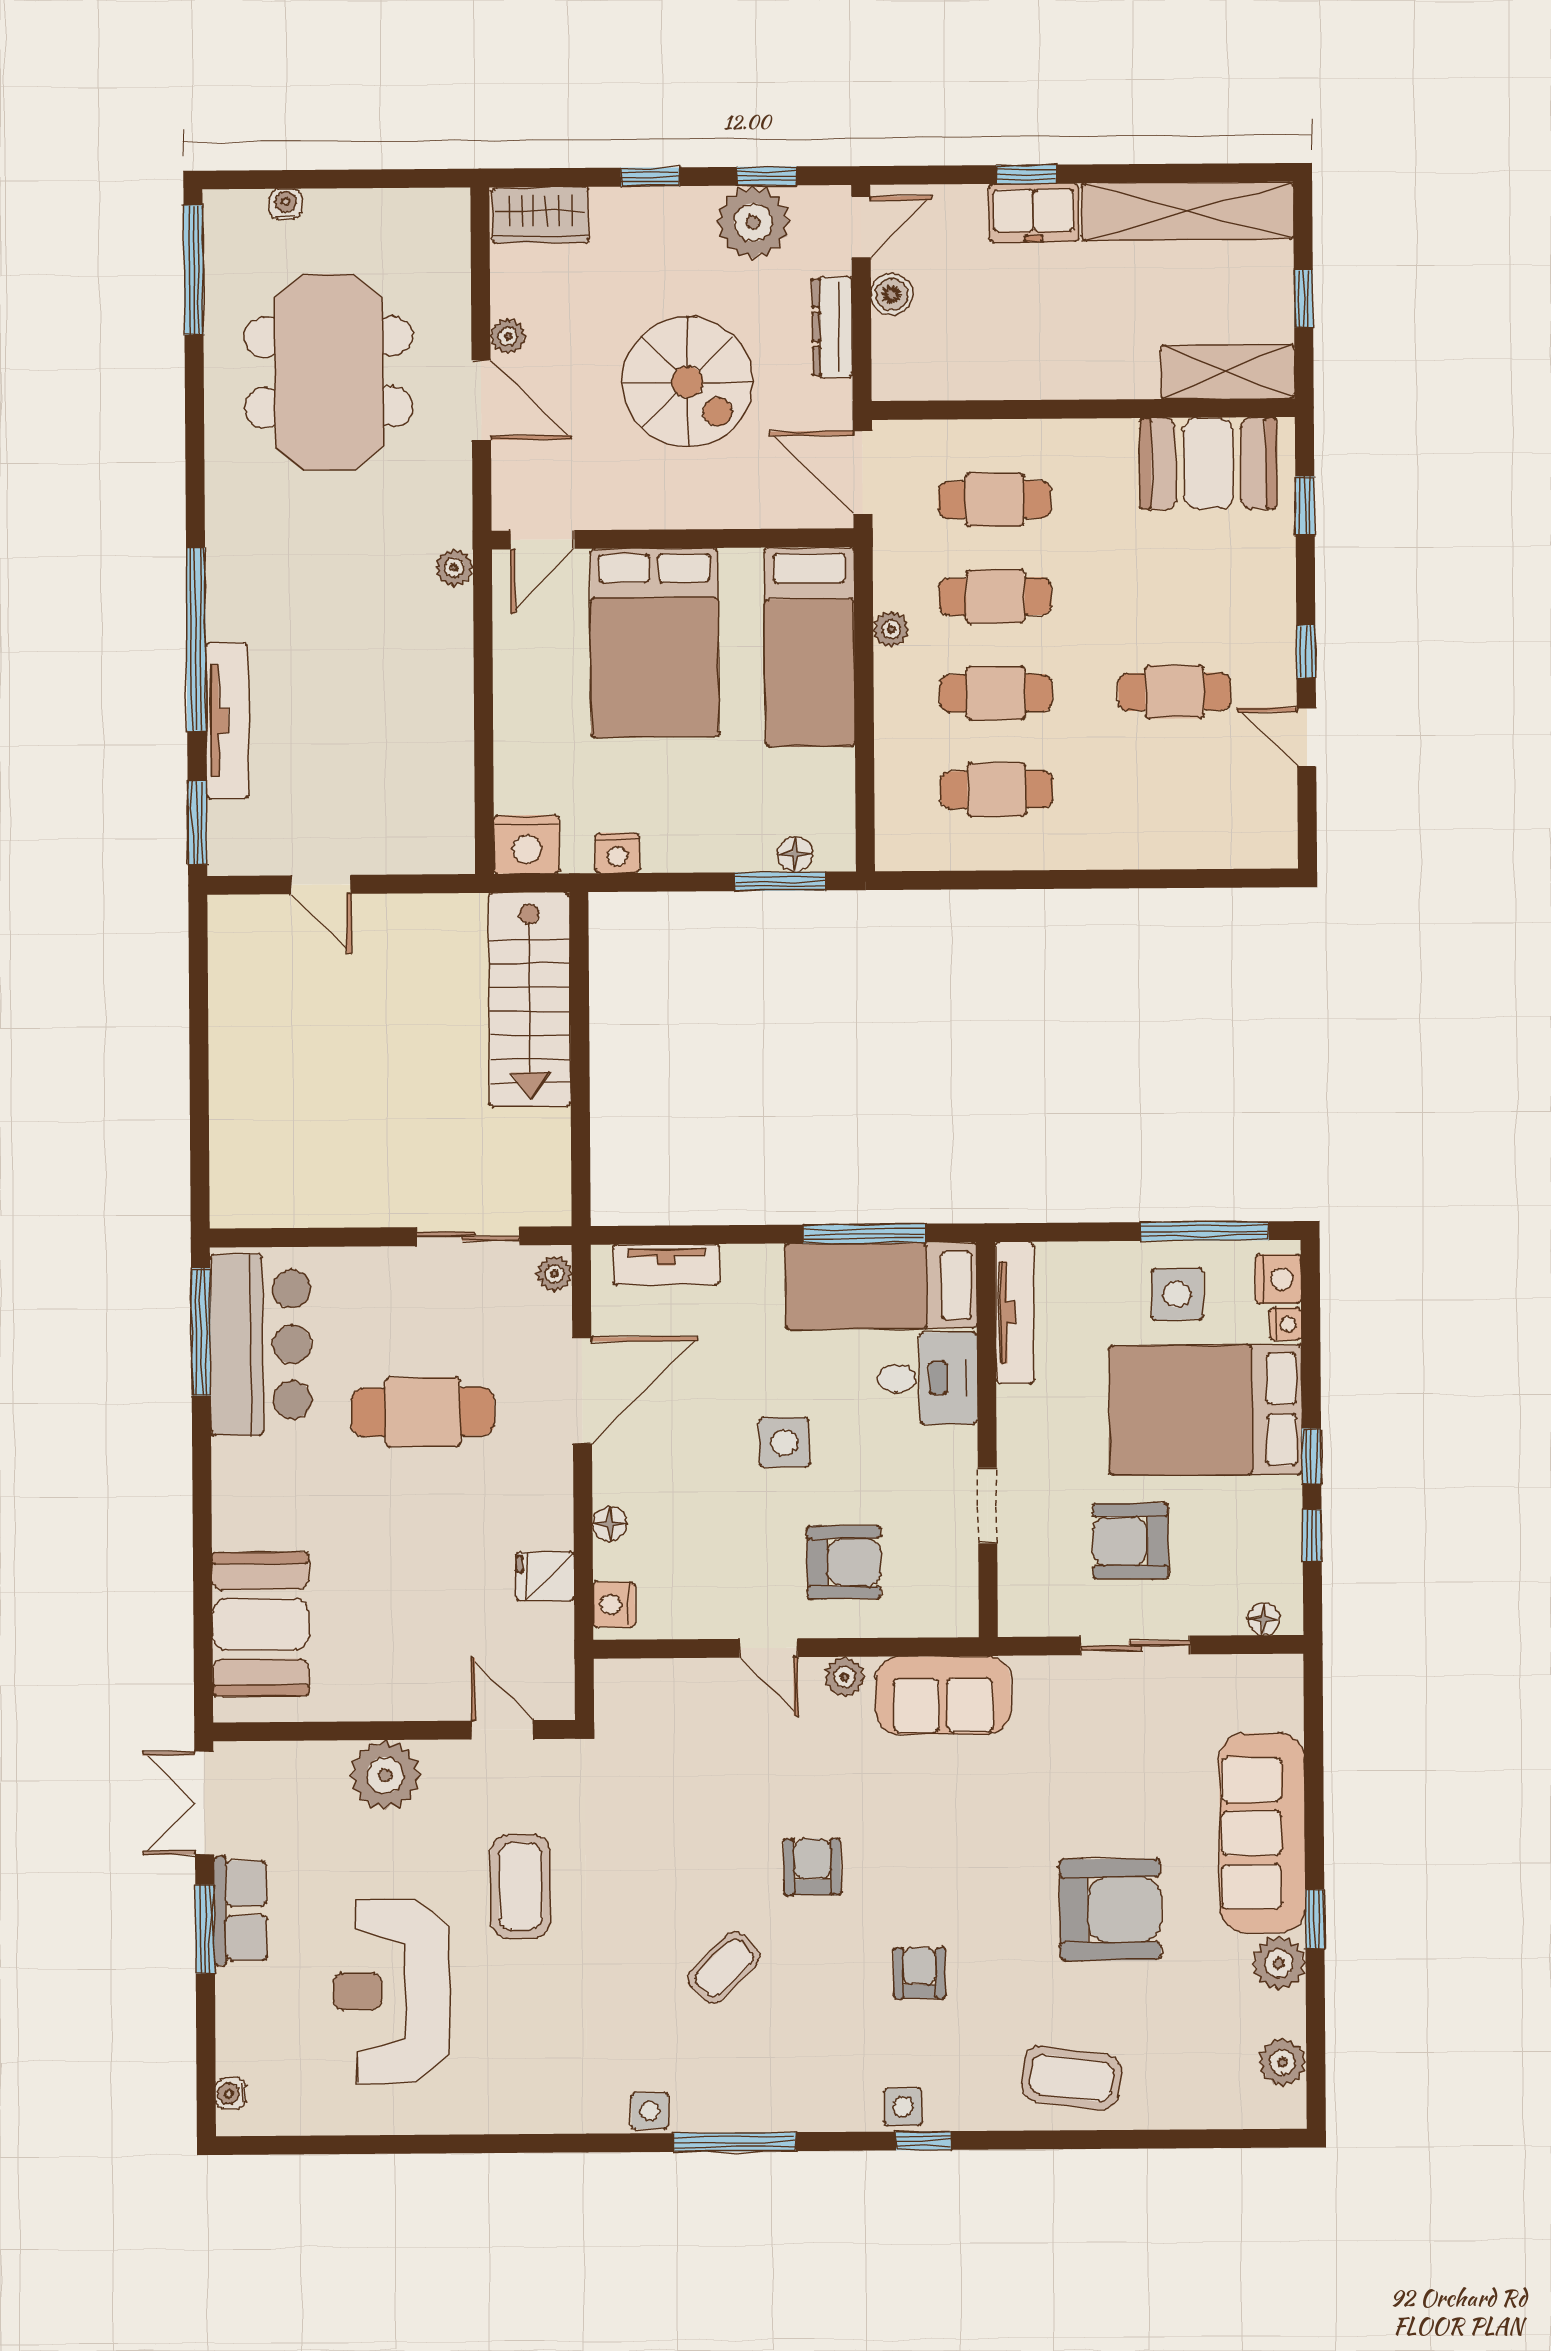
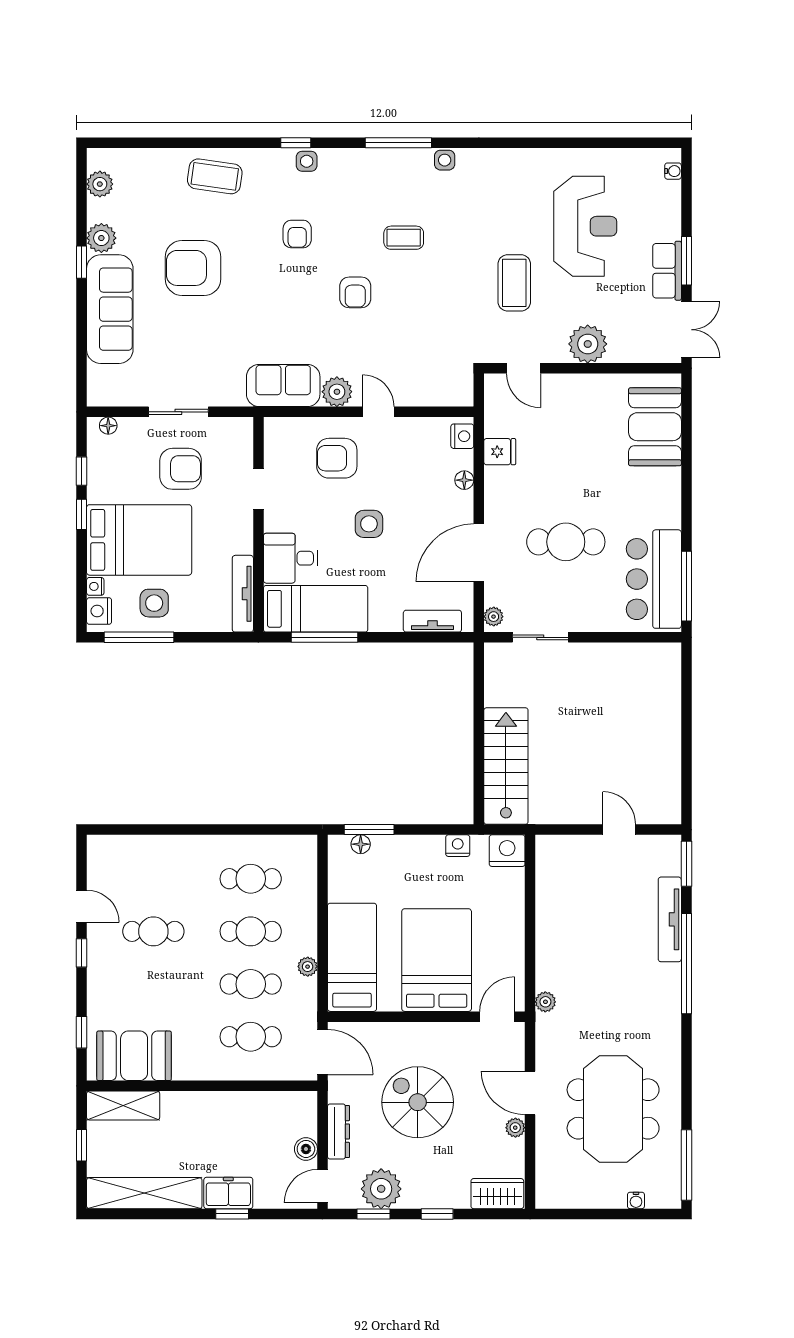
plant: (845, 1677) -> (337, 392), width x1.38, depth x1.38
coffee table: (724, 1968) -> (404, 238), turned 45

